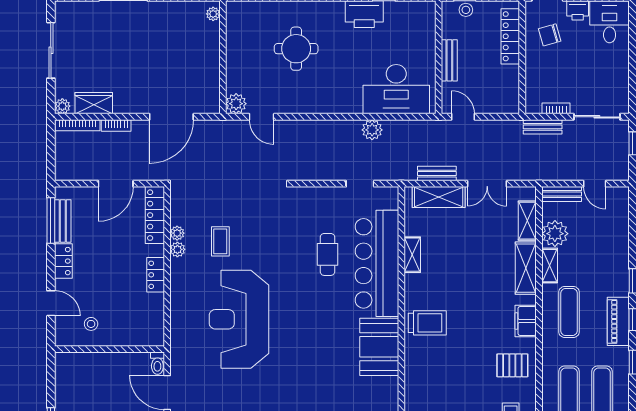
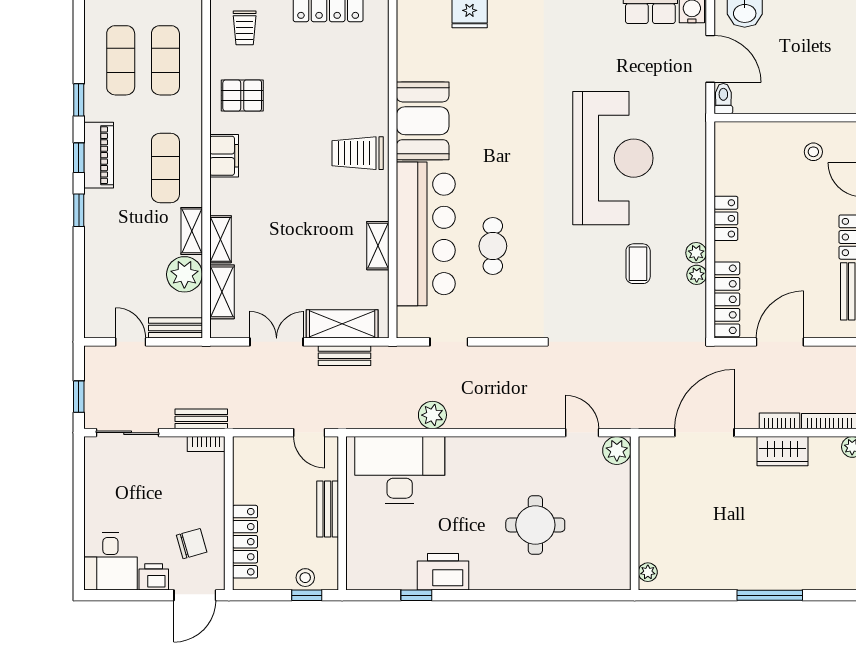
wardrobe: (94, 103) -> (783, 451), moved
bookcase: (556, 108) -> (206, 444), moved
shelving: (526, 268) -> (220, 239), width x0.67, depth x0.75

